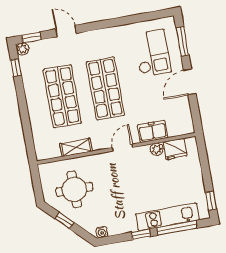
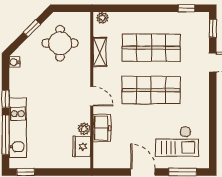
plant: (23, 49) -> (102, 18), moved

